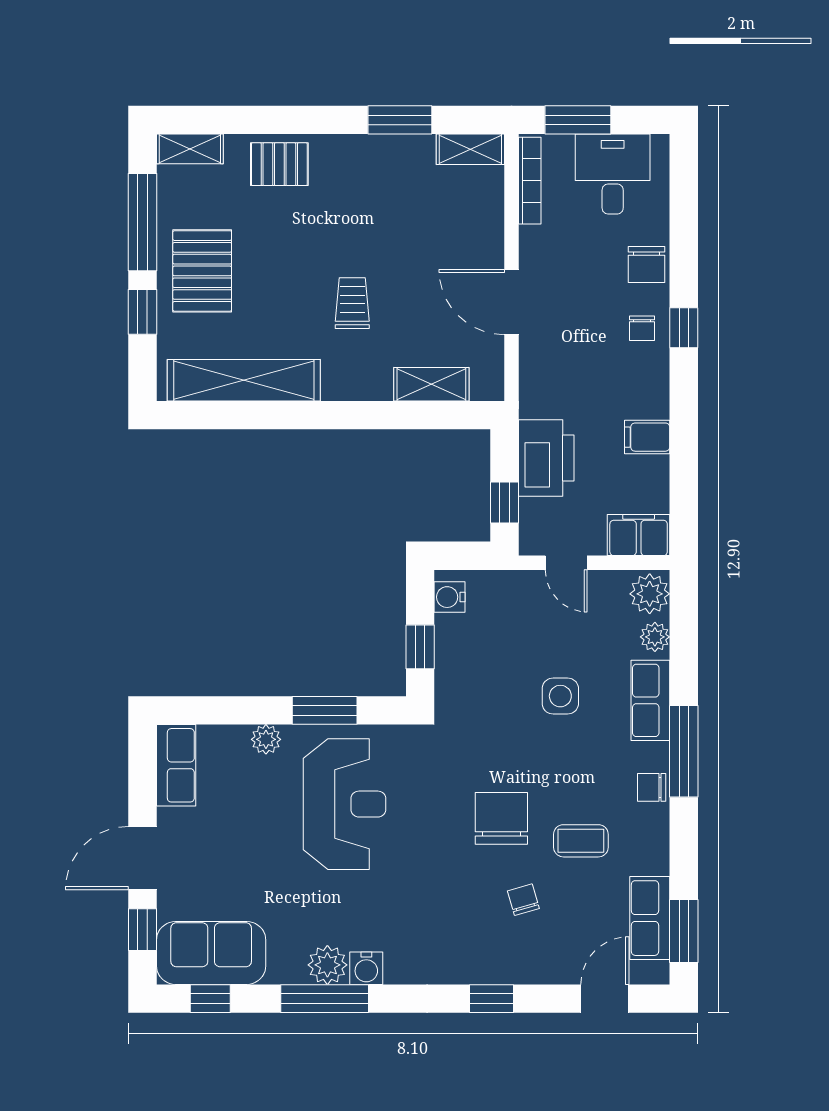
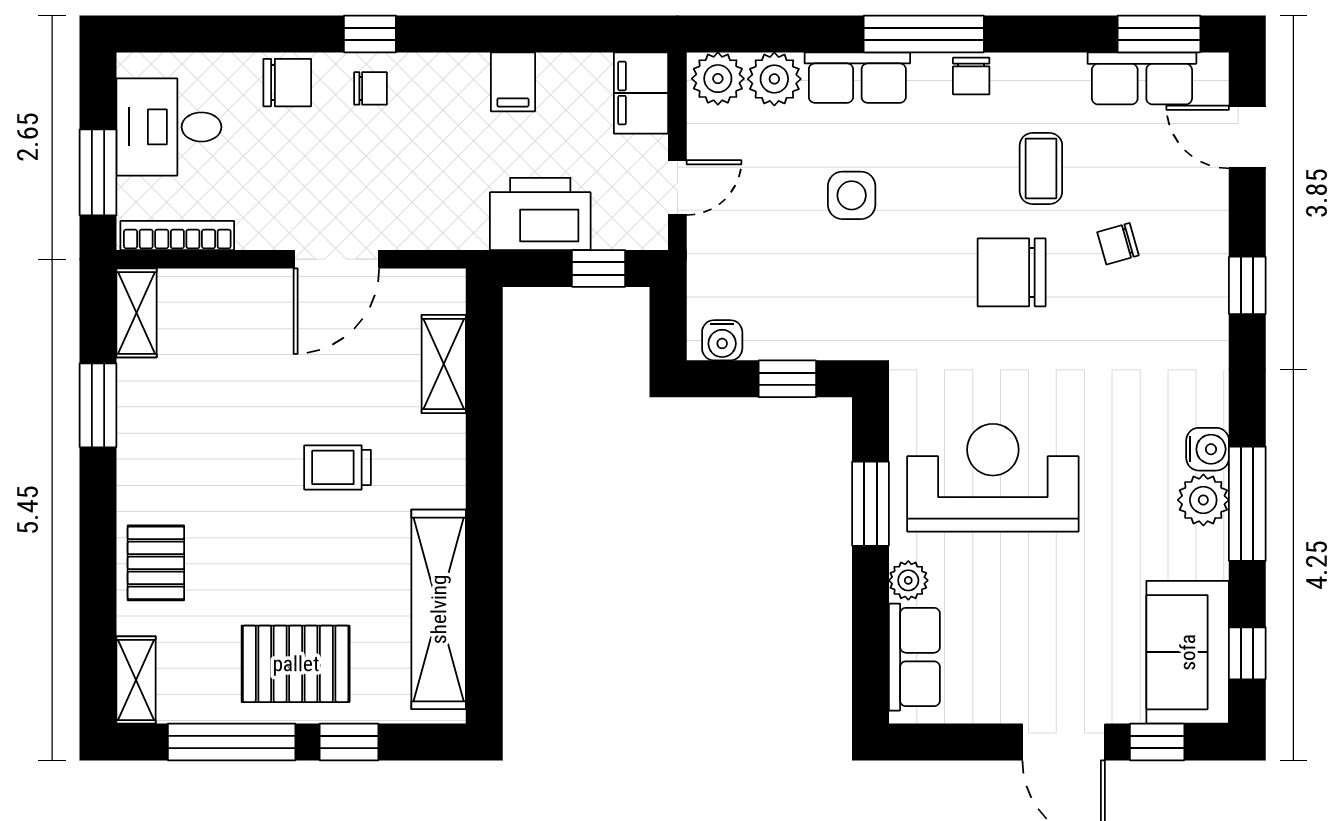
plant: (655, 637) -> (774, 79), width x1.38, depth x1.38
row of seats: (176, 765) -> (914, 657), moved, turned 90

